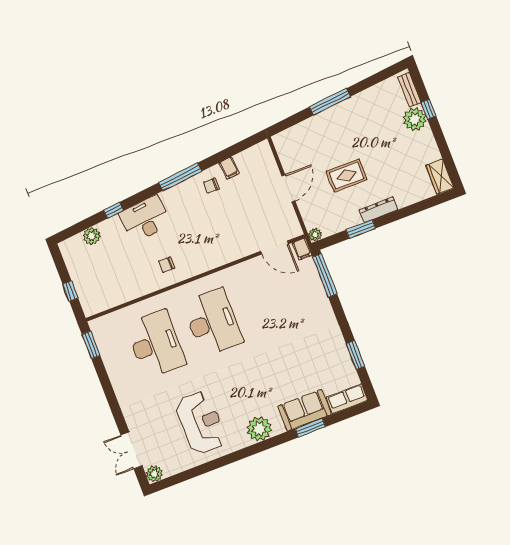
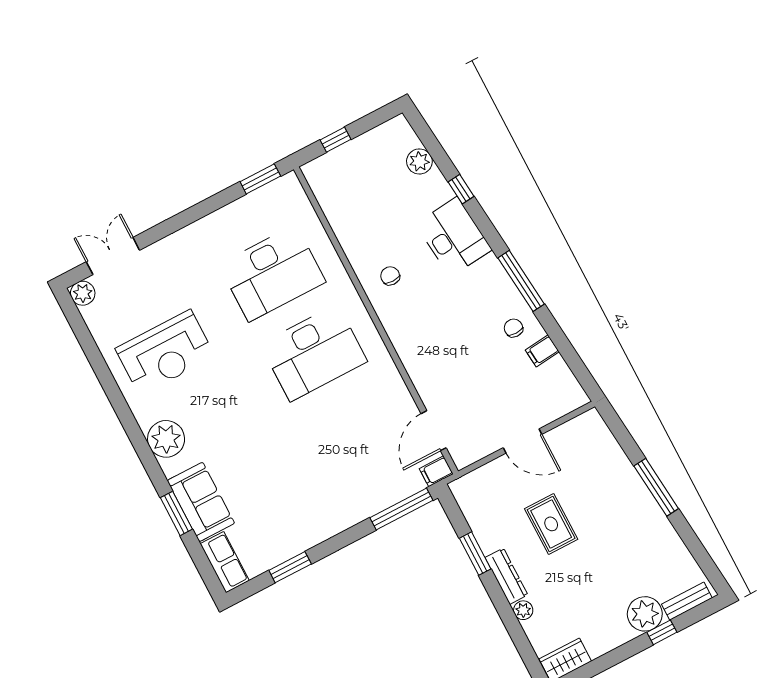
plant: (315, 235) -> (523, 610), moved

